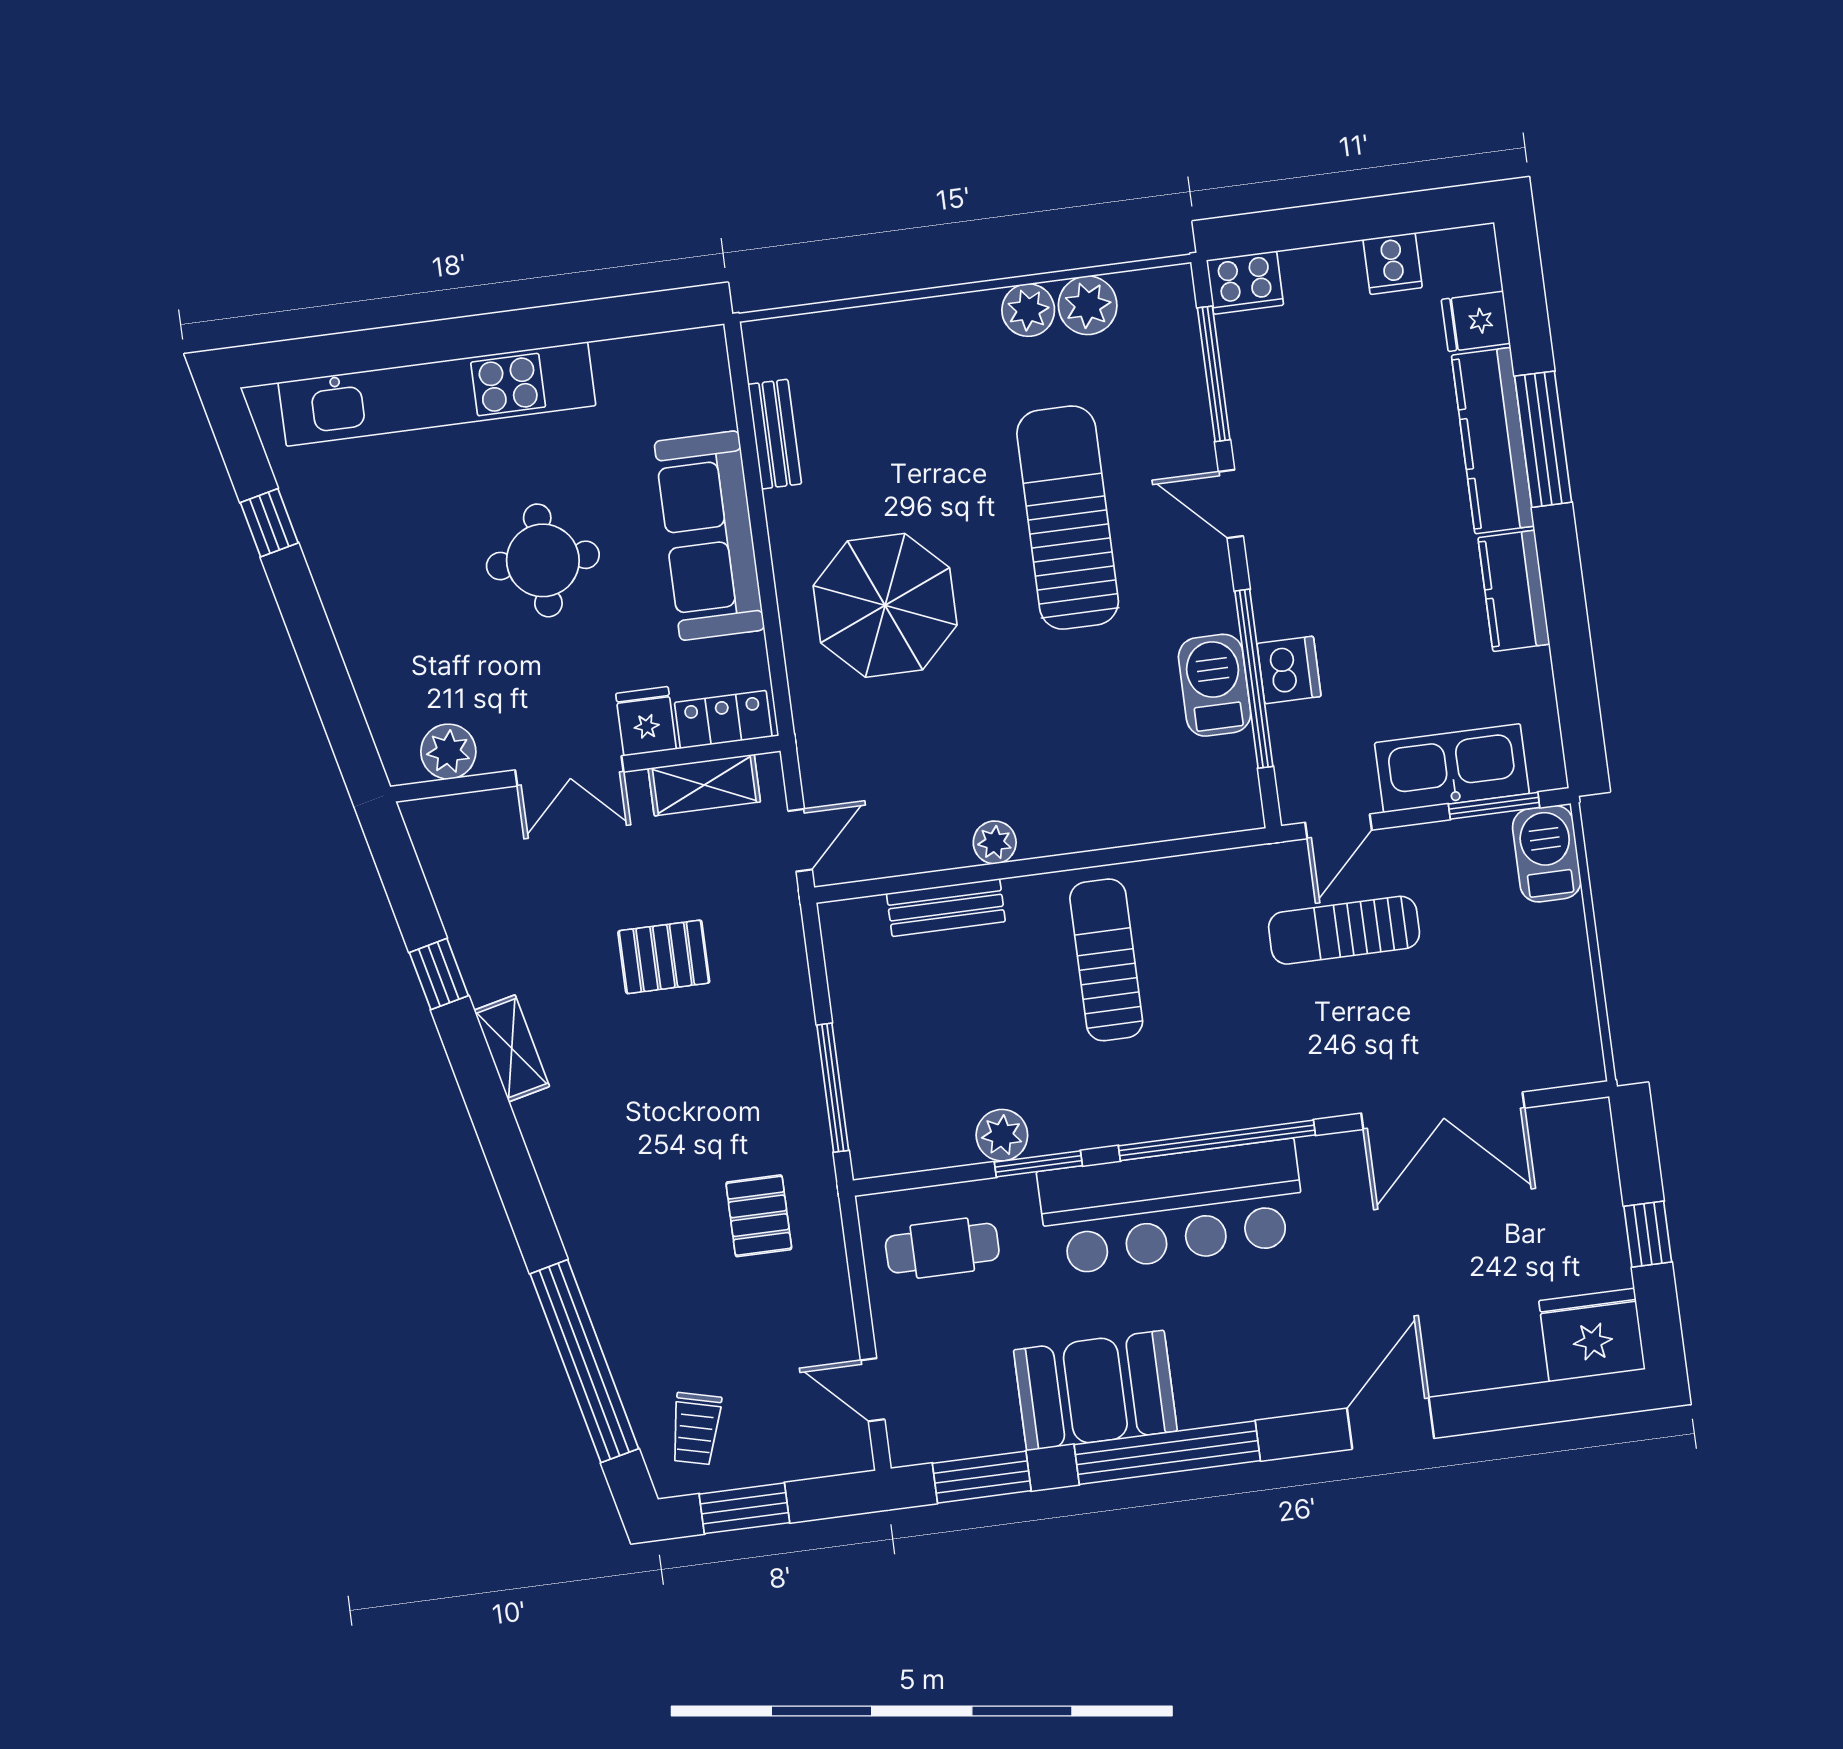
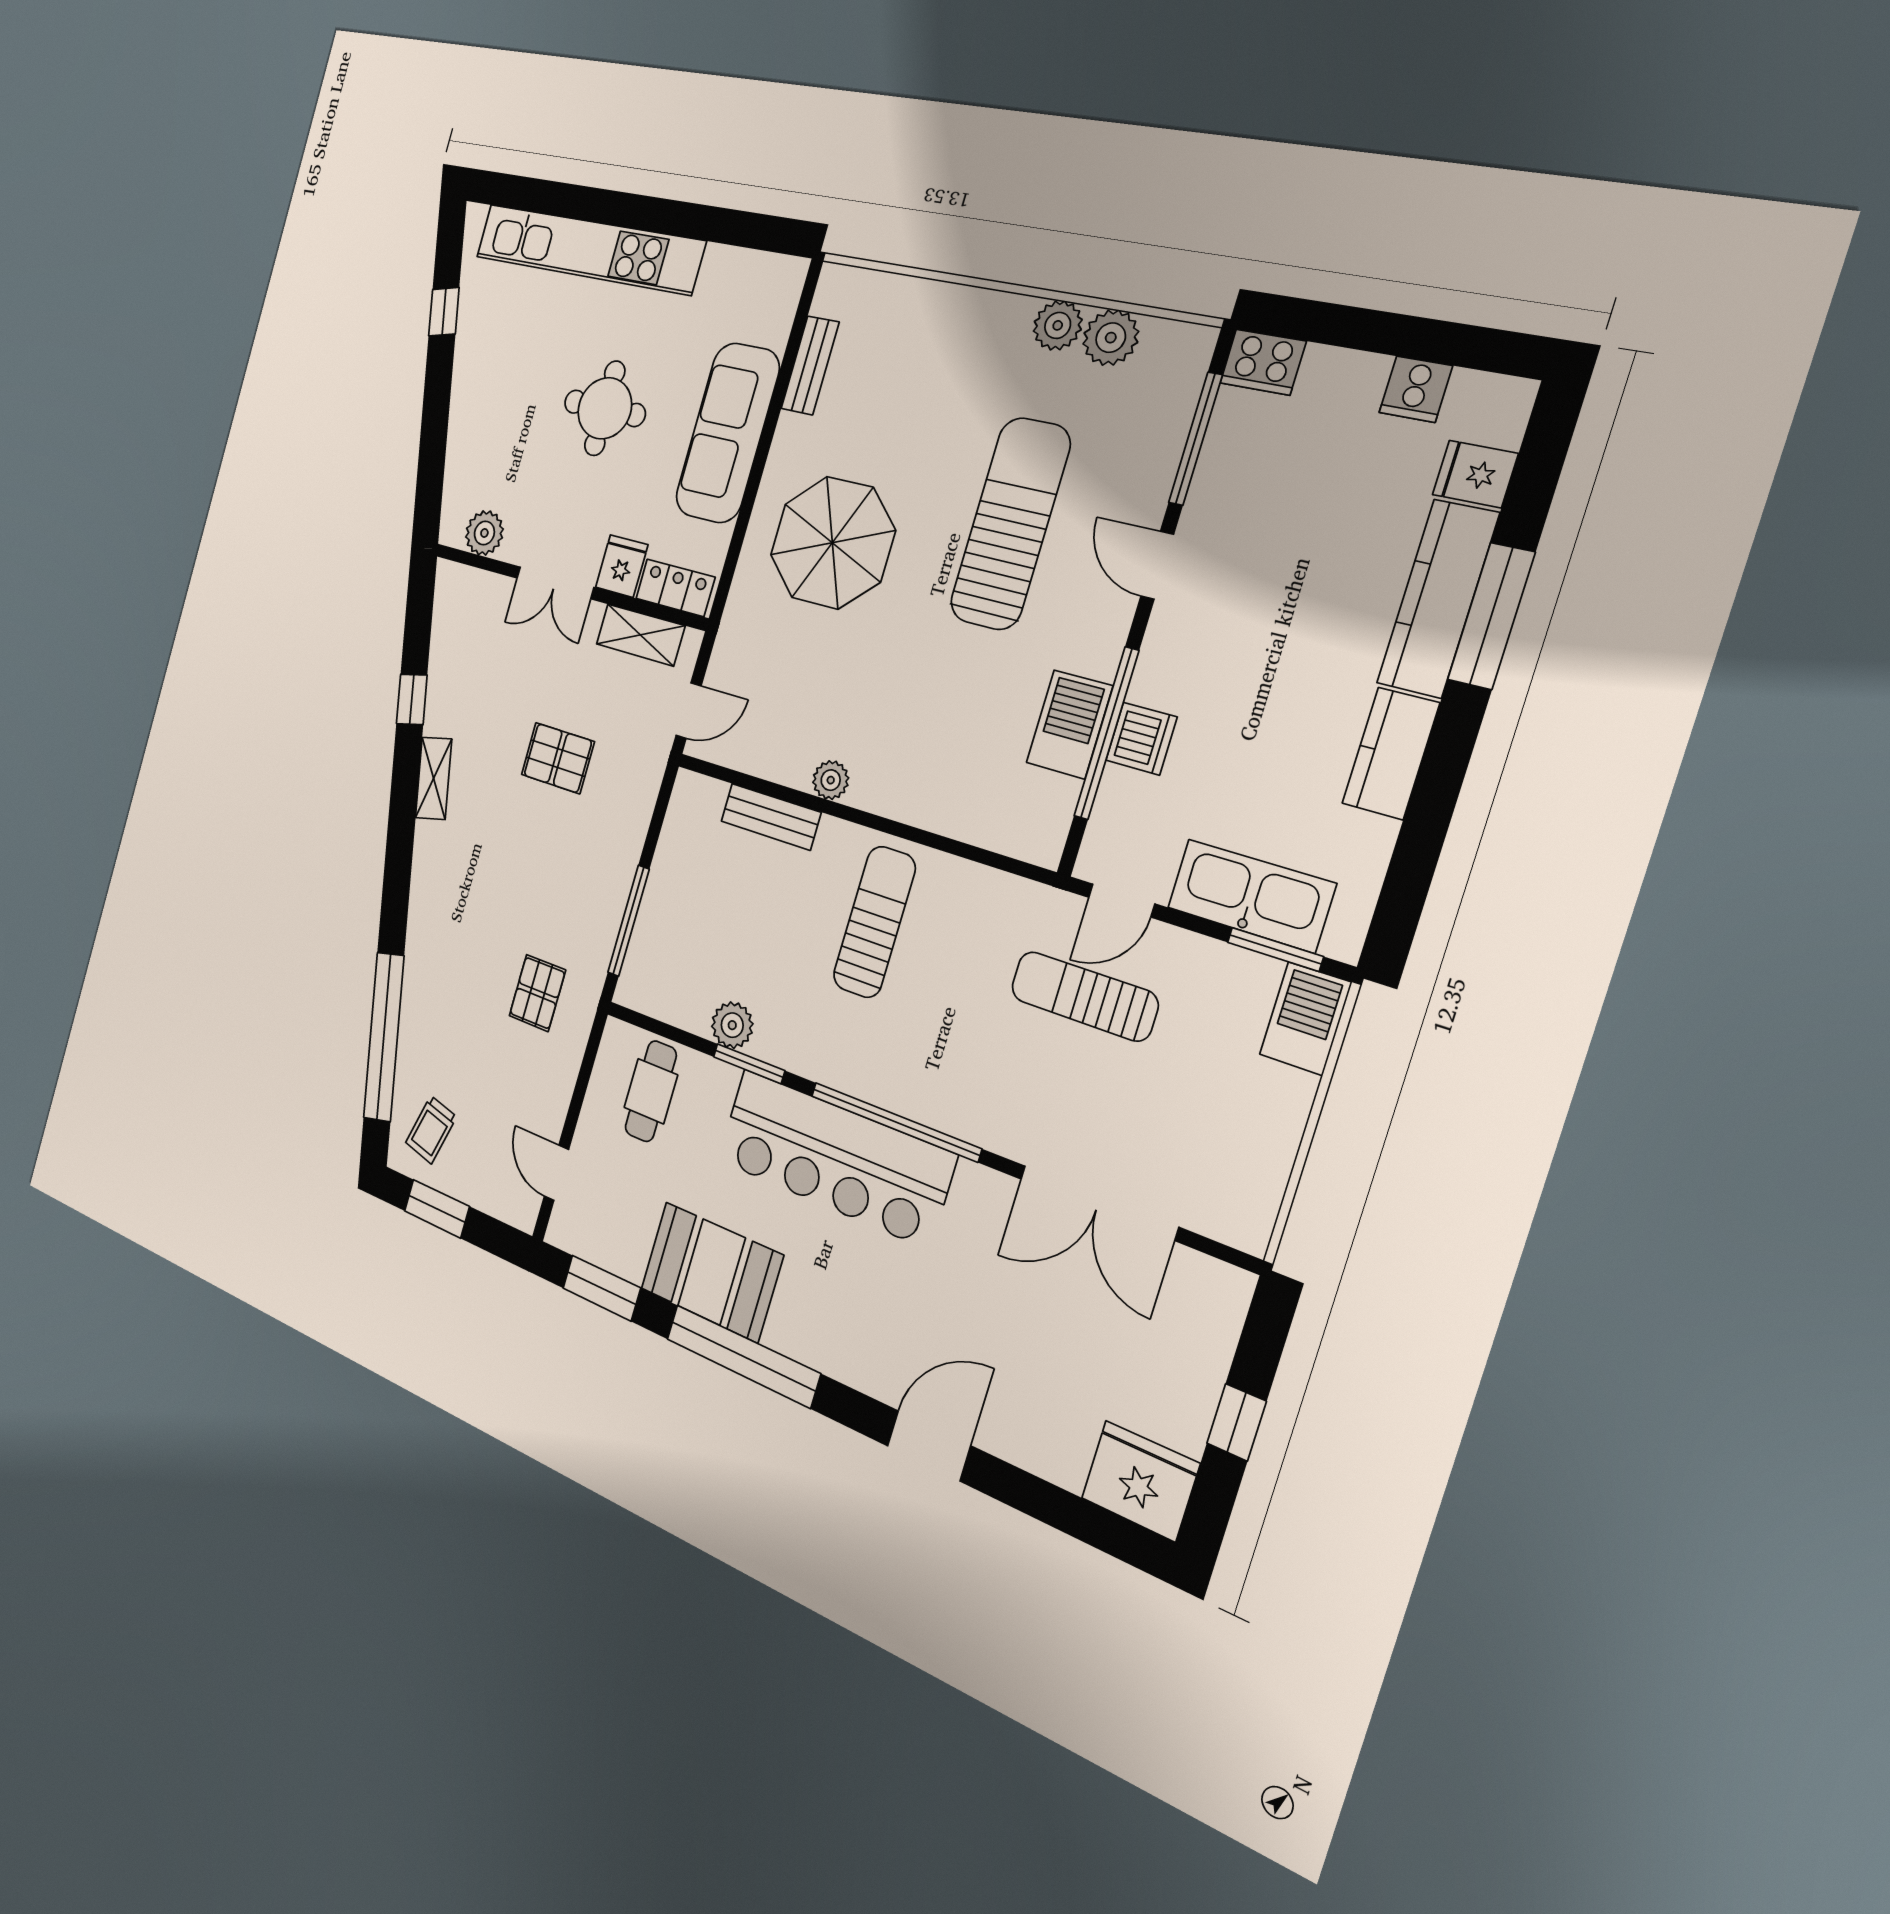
cafe table: (942, 1248) -> (651, 1091), turned 90

